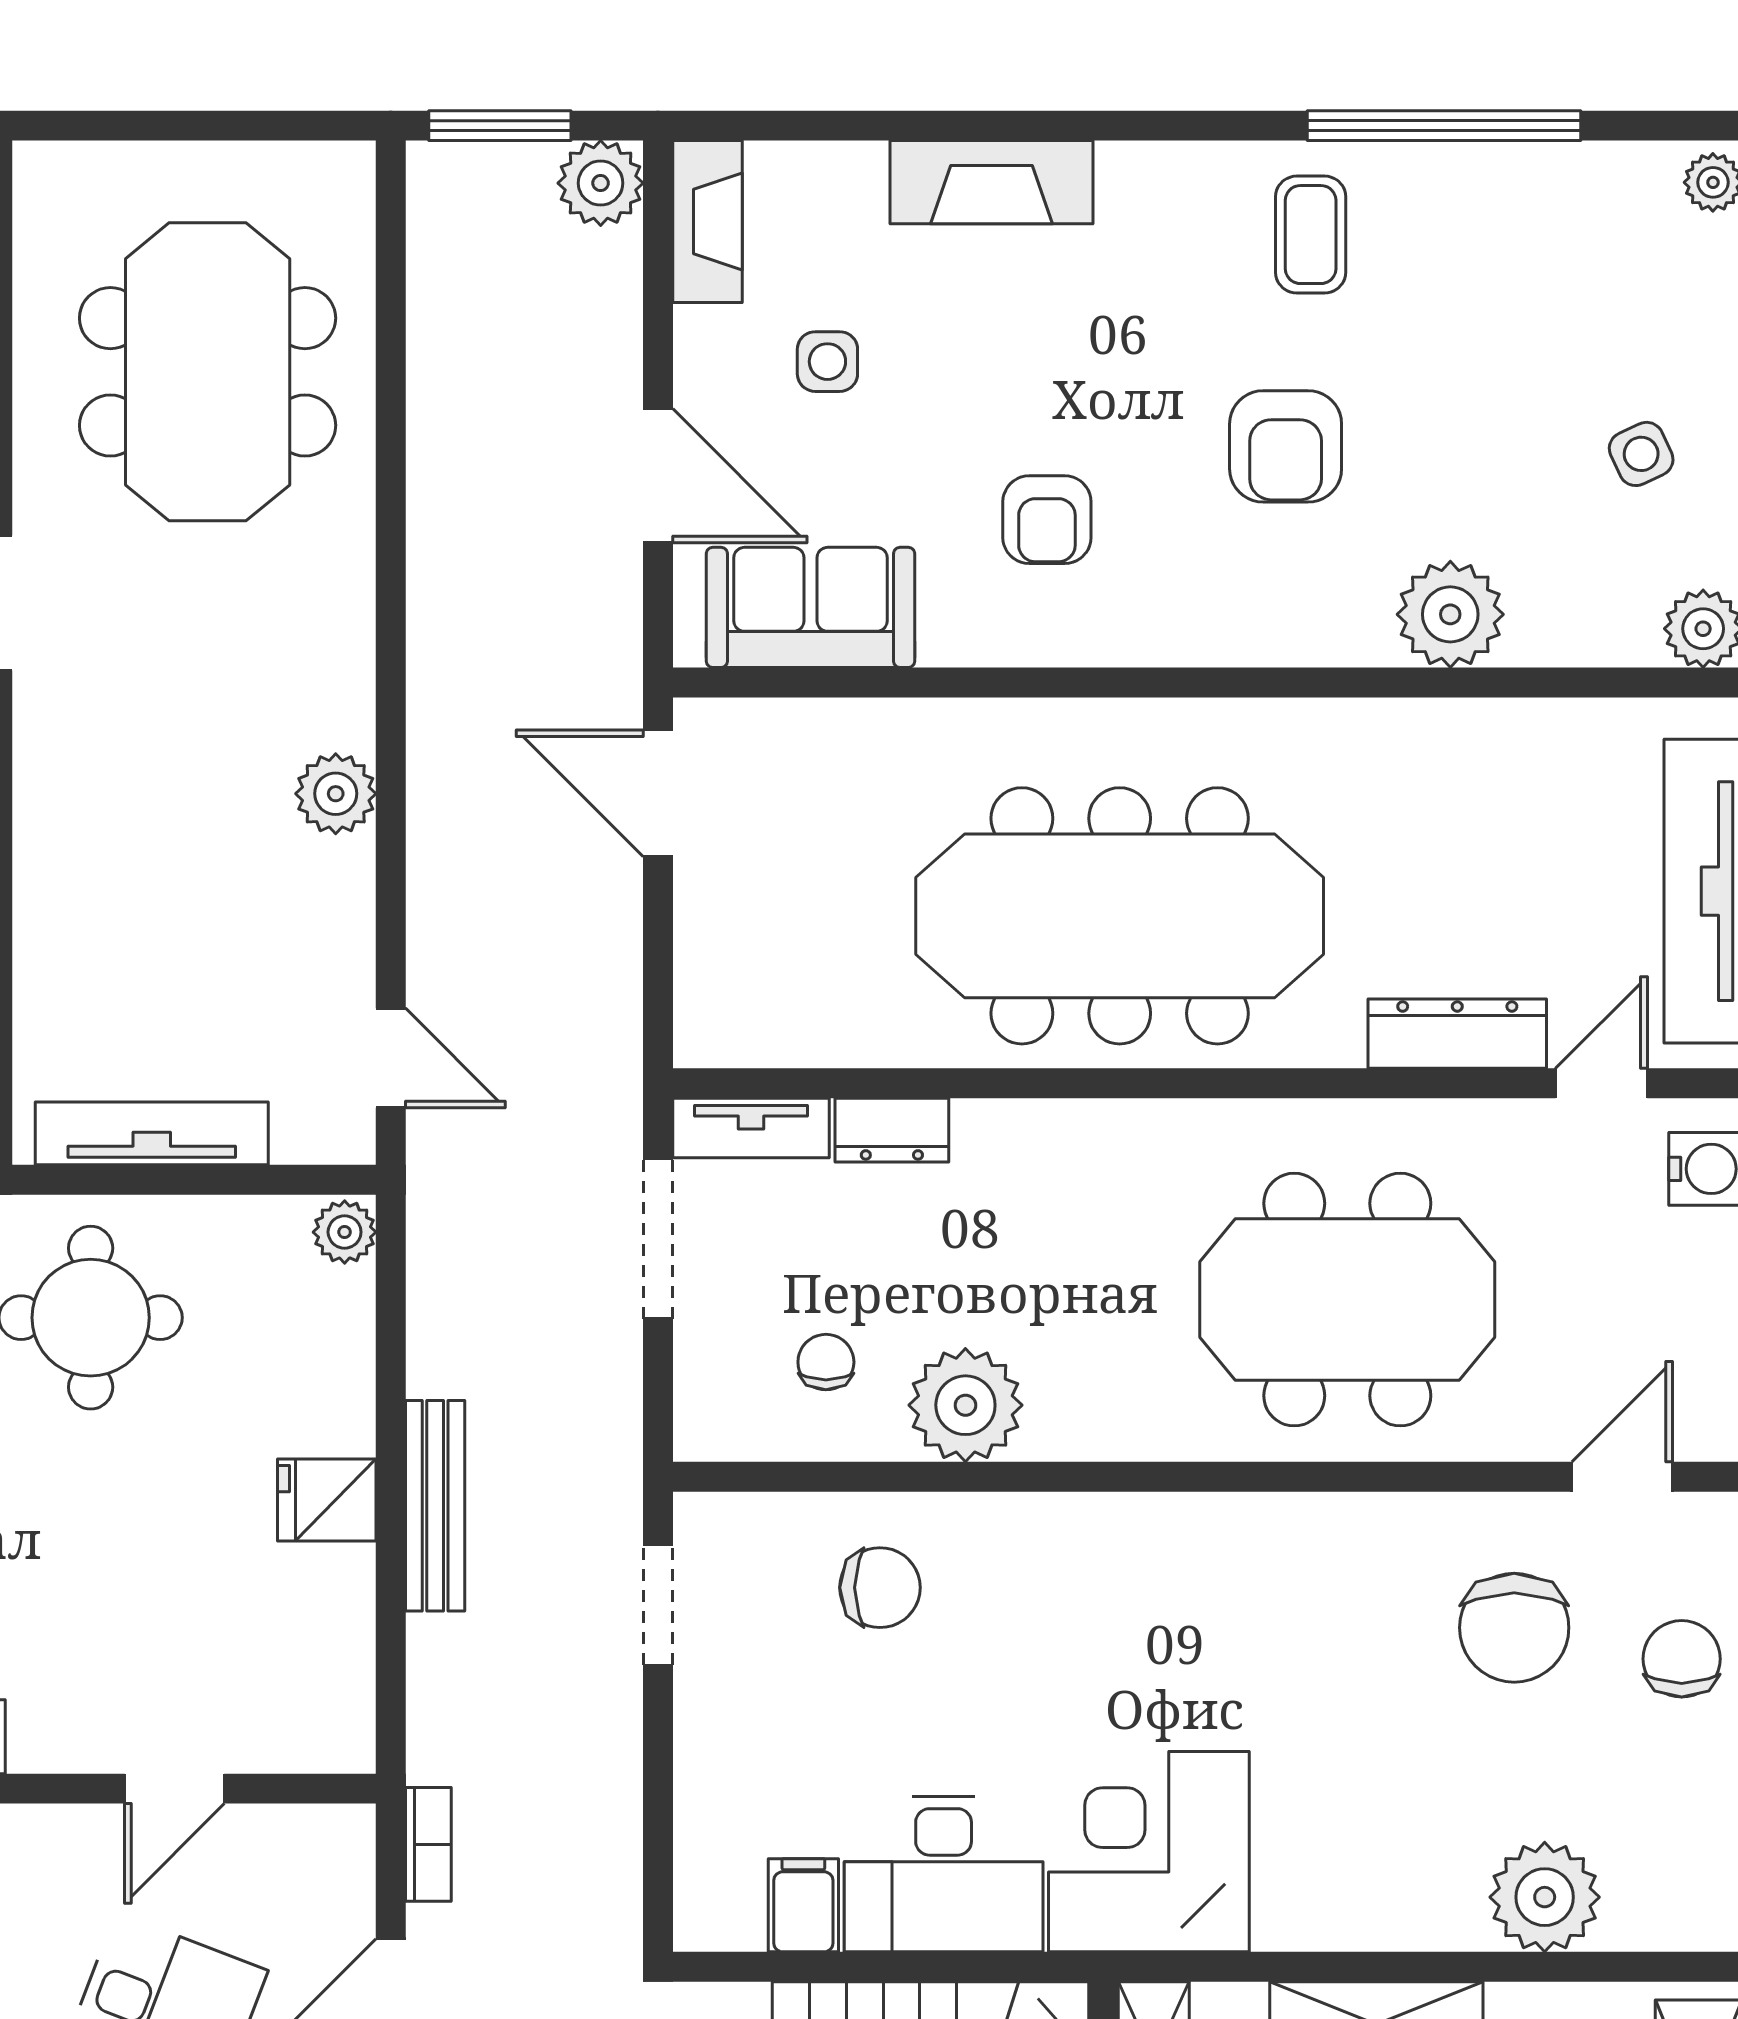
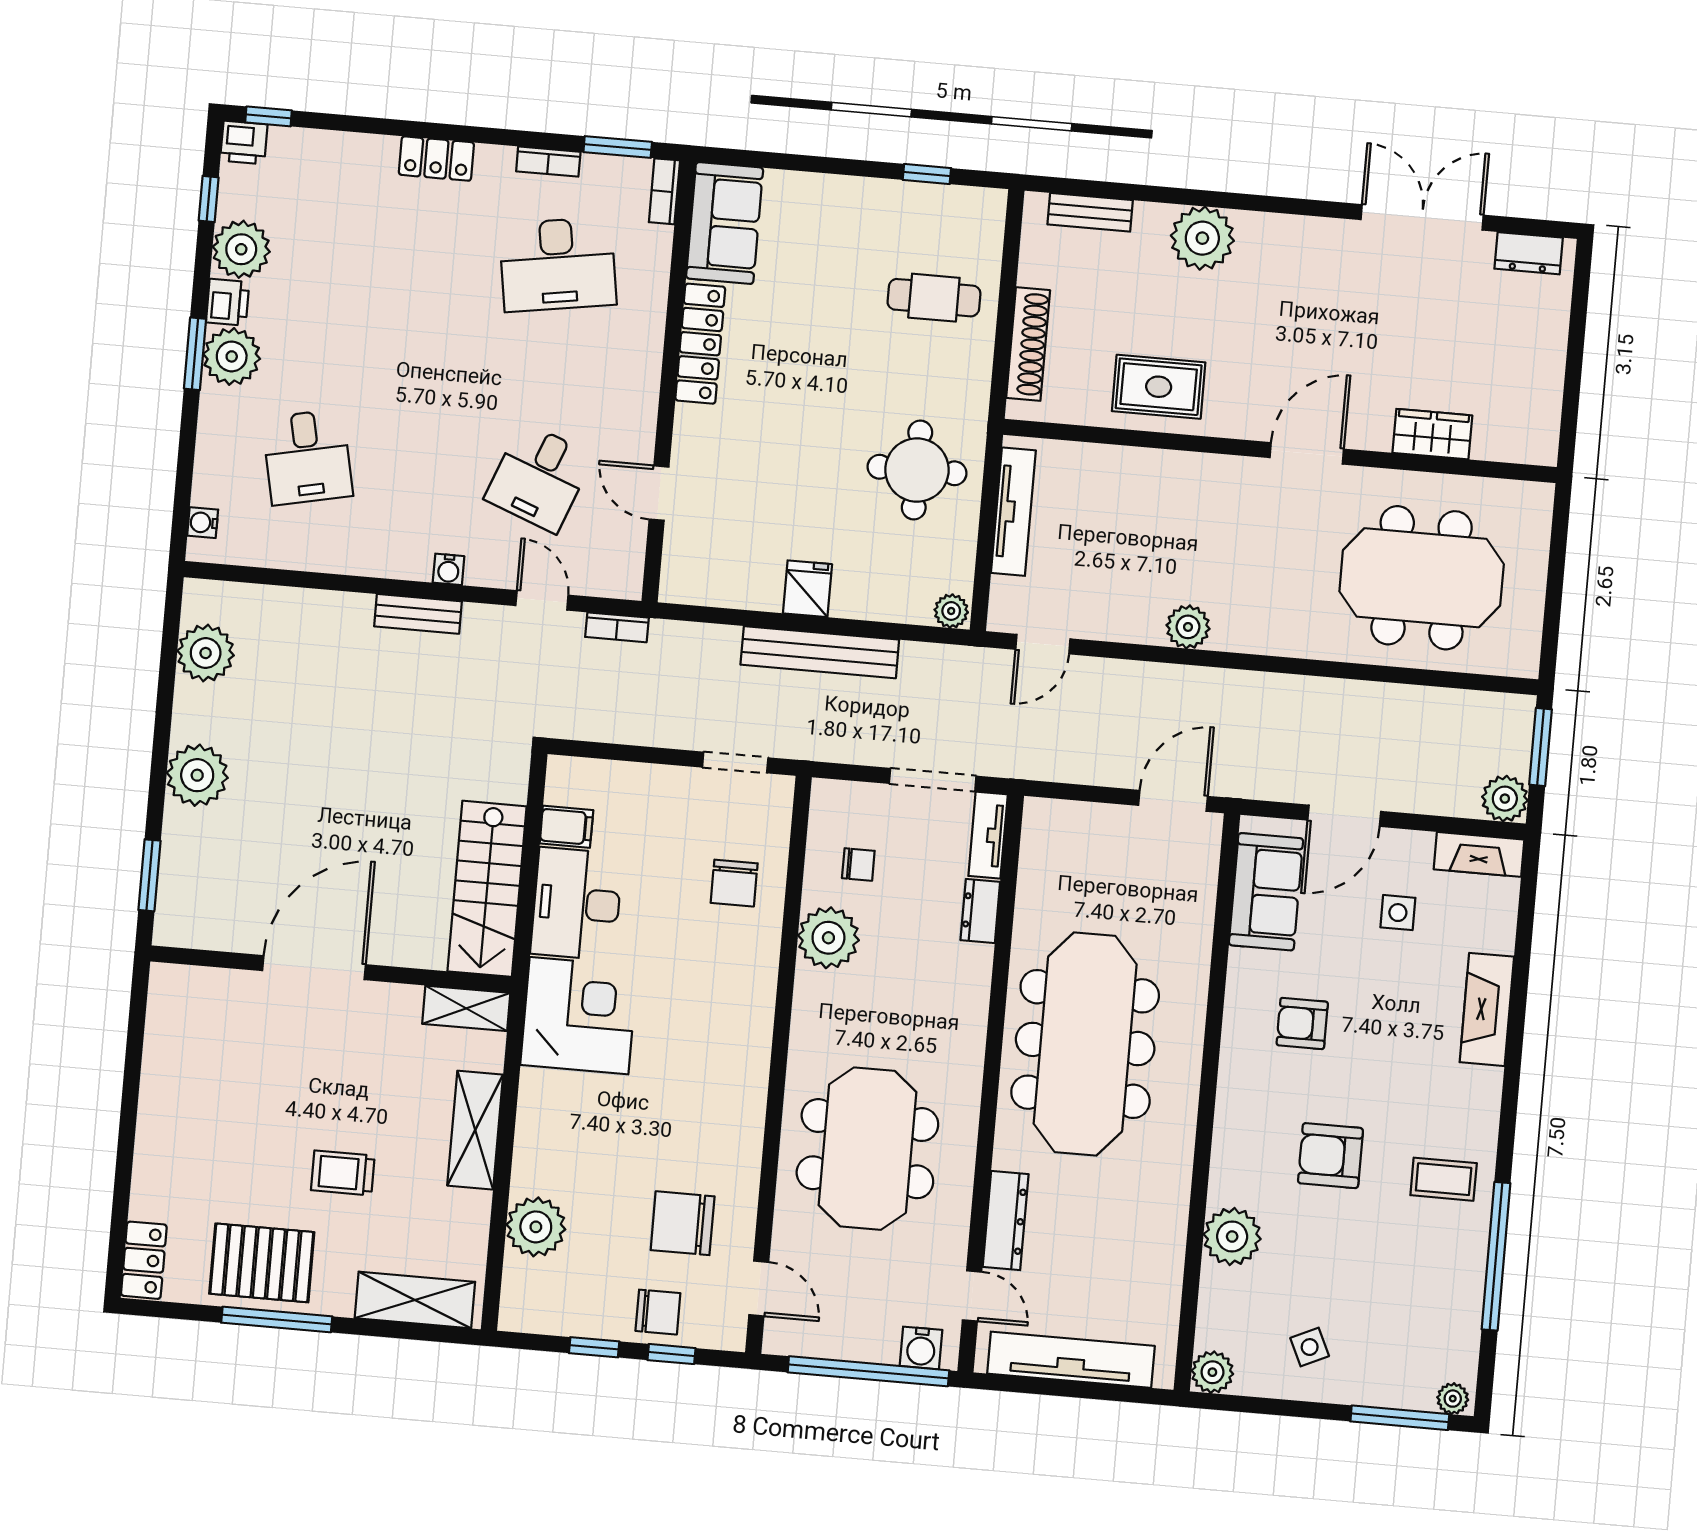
bench: (435, 1506) -> (820, 652), width x1.37, depth x1.21

